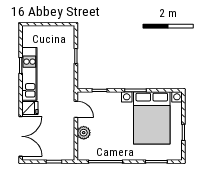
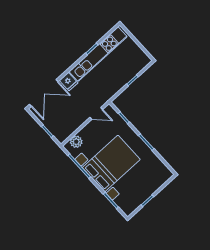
kitchen unit: (29, 74) -> (98, 54), width x1.36
door: (76, 109) -> (96, 113), hinge flipped
bed with nightstands: (152, 118) -> (111, 163), moved, turned 180
plant: (84, 133) -> (76, 142), moved

